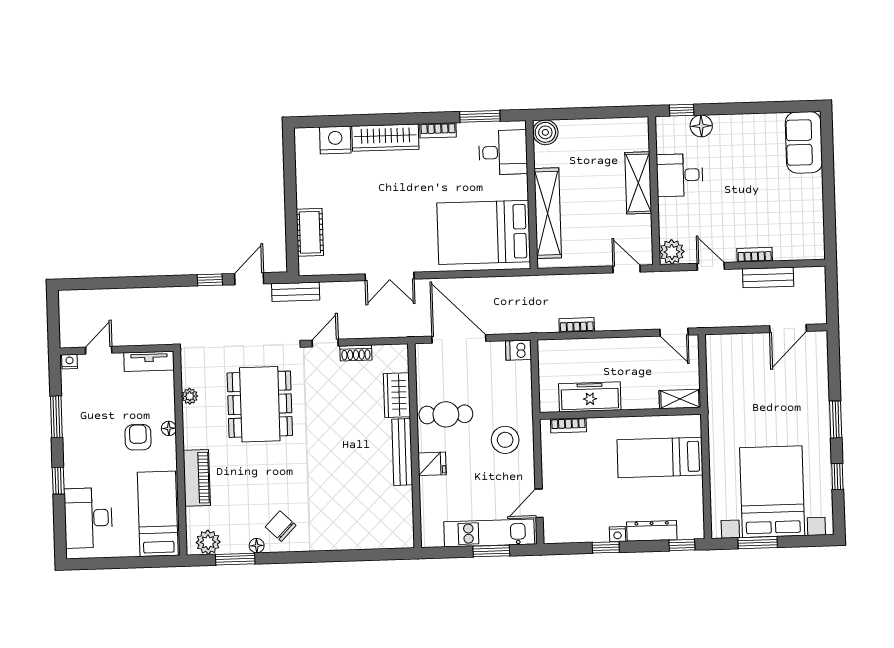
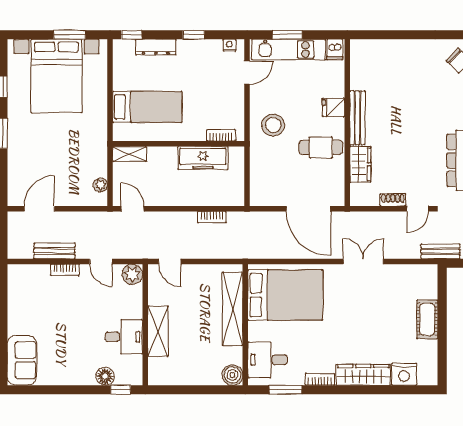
cot: (310, 232) -> (427, 319), moved
dishwasher: (518, 350) -> (335, 49), moved, turned 90
plant: (714, 360) -> (100, 185), added
nightstand: (618, 534) -> (229, 45), moved

